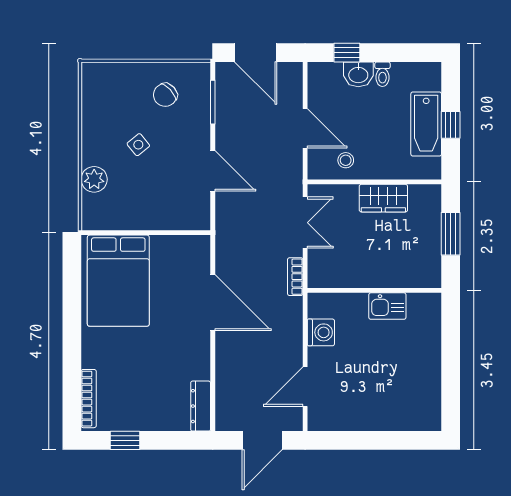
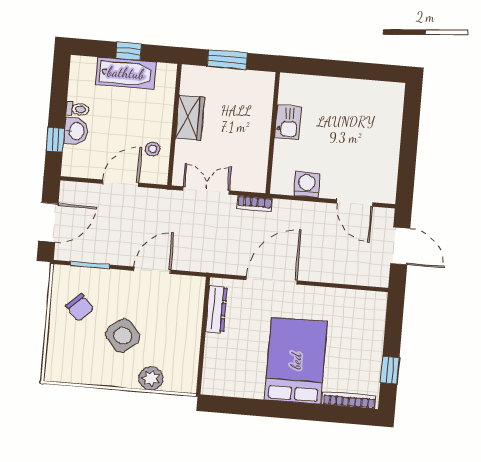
side table: (138, 145) -> (123, 336), width x1.87, depth x1.87
bed: (118, 281) -> (296, 361), moved, turned -90
dresser: (201, 406) -> (216, 309), moved, turned -90

